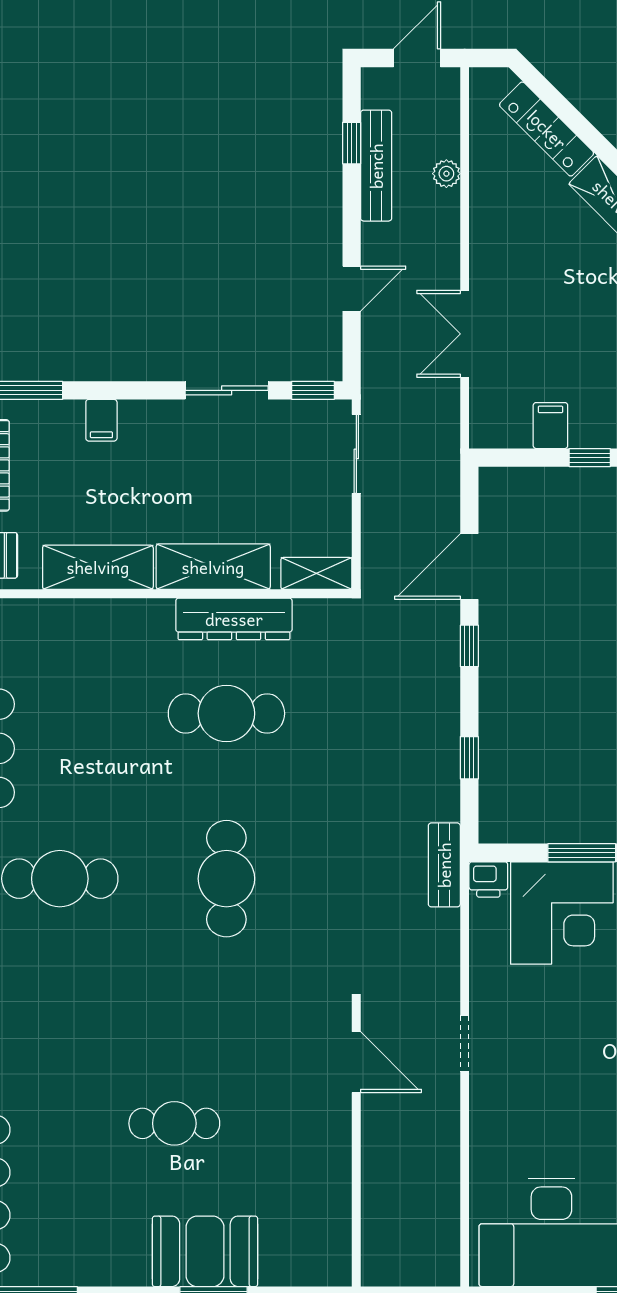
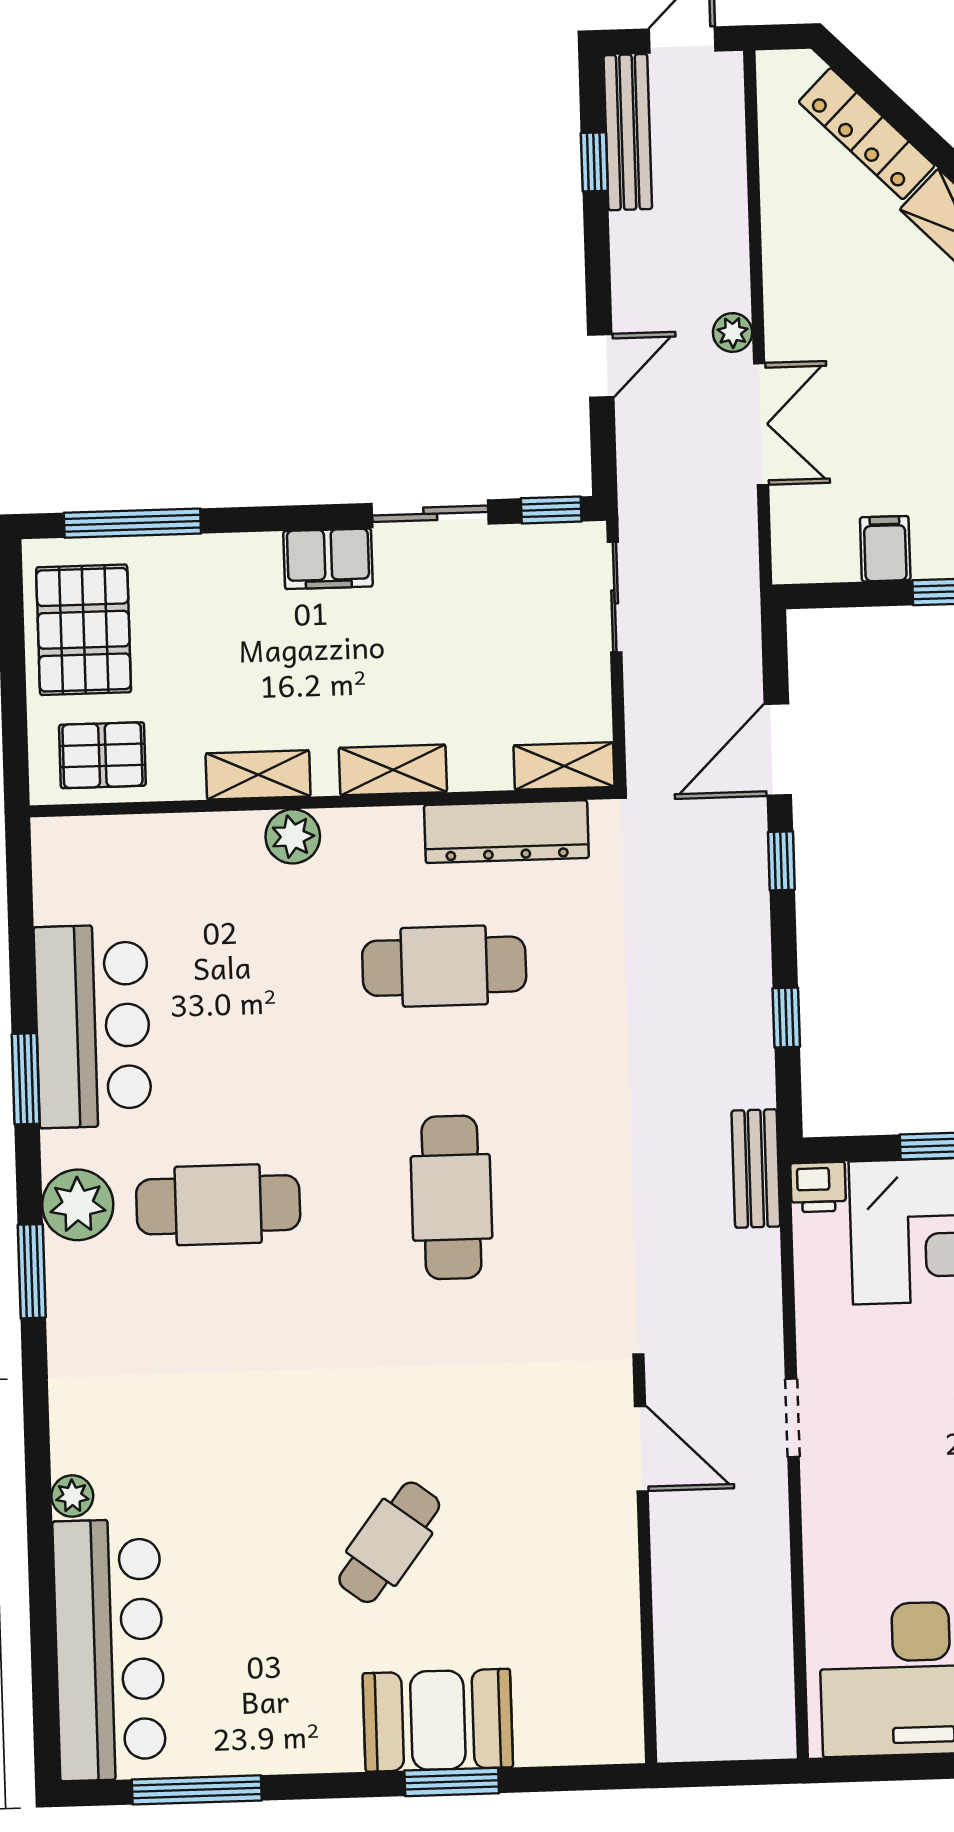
bench: (376, 166) -> (628, 132), moved
plant: (446, 174) -> (733, 332), moved
double door: (465, 334) -> (761, 424), swing flipped
filing cabinet: (101, 420) -> (328, 559), moved, width x2.00
shelving: (98, 567) -> (258, 775), width x0.67, depth x0.75
shelving: (213, 567) -> (393, 770), width x0.67, depth x0.75
plant: (121, 618) -> (293, 836), added
dresser: (234, 619) -> (506, 832), moved
cafe table: (174, 1123) -> (389, 1542), turned -53

